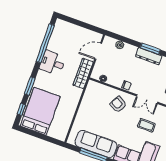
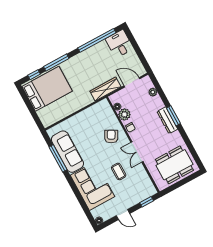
desk: (53, 63) -> (119, 44), moved
plant: (114, 80) -> (124, 114), added
window: (30, 86) -> (56, 63), width x1.44

